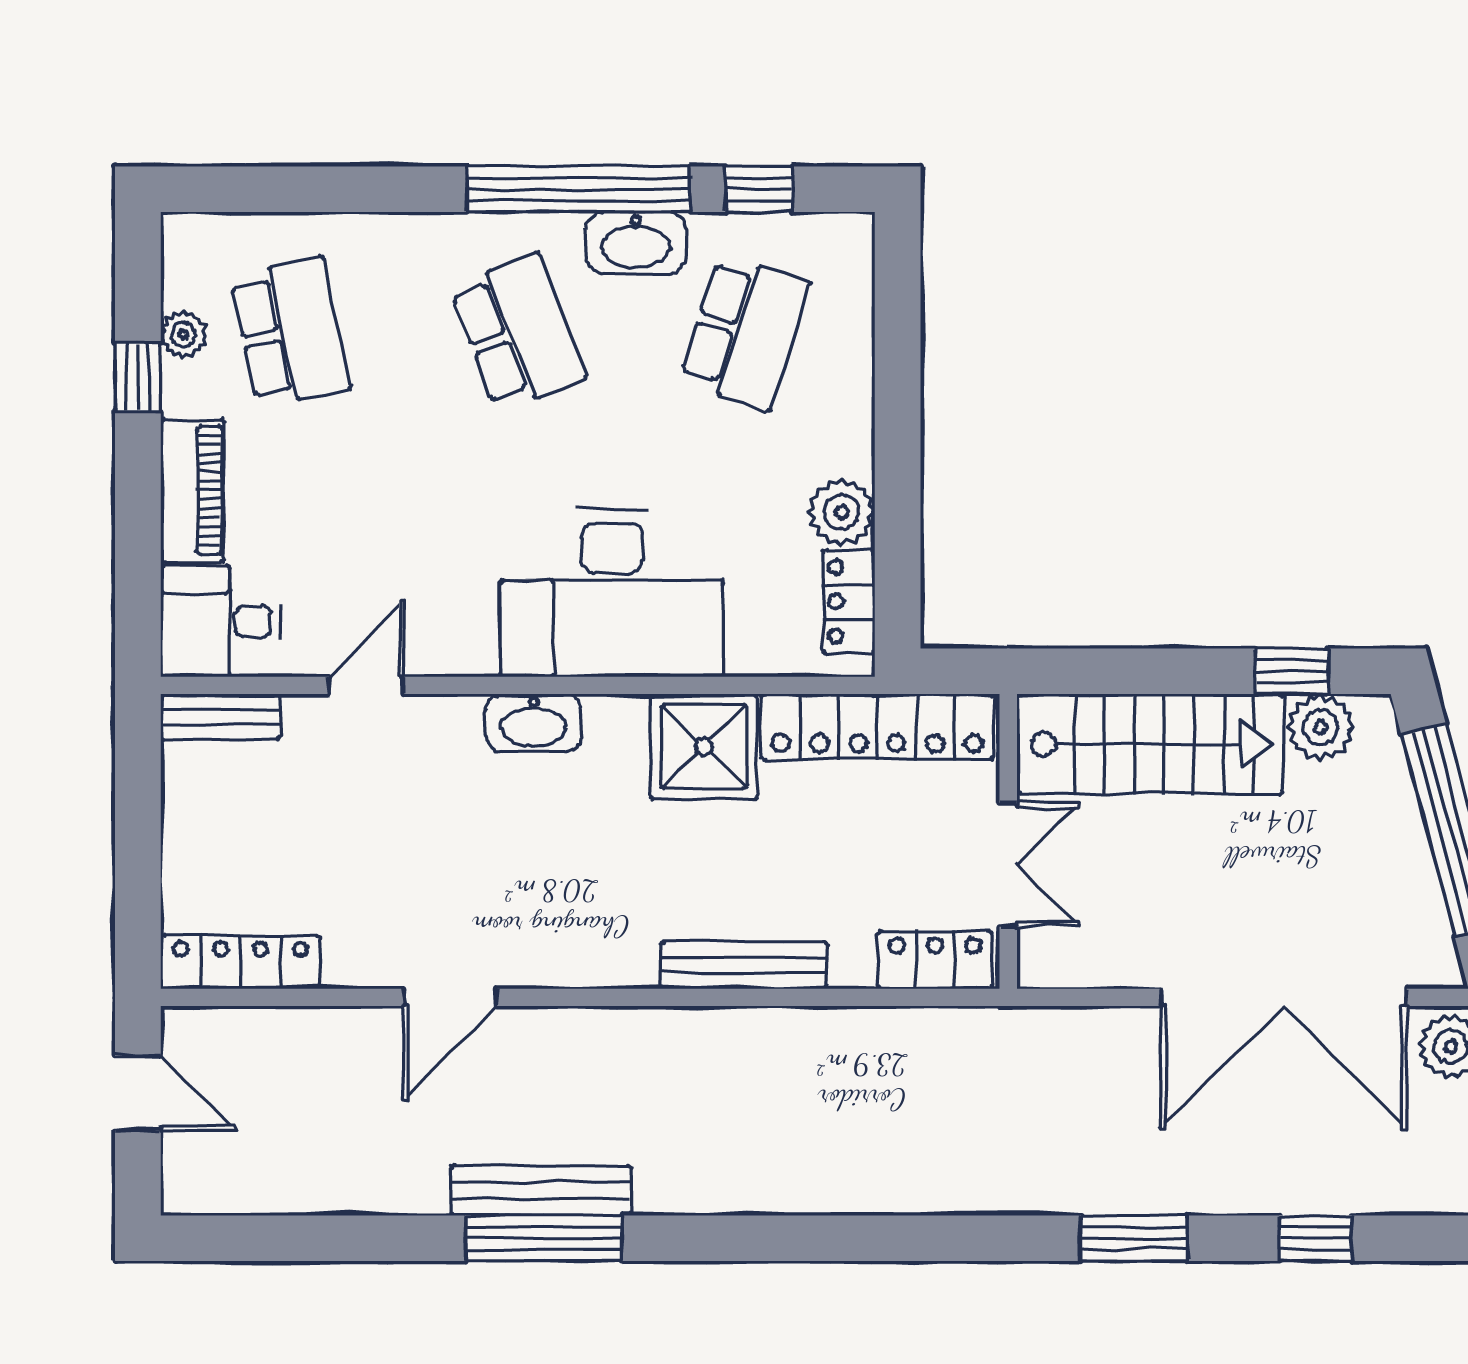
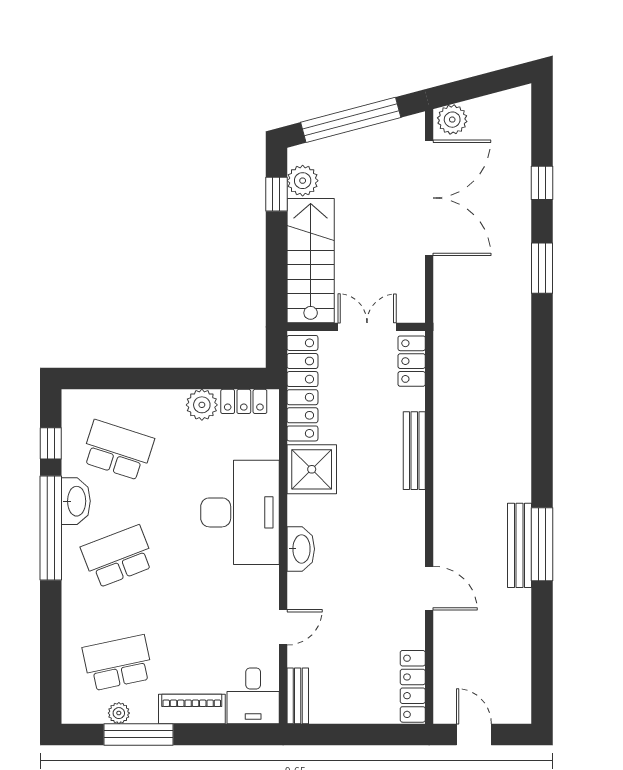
window: (138, 377) -> (139, 734), width x2.17
door: (367, 685) -> (283, 627), swing flipped
door: (138, 1093) -> (474, 734), hinge flipped

